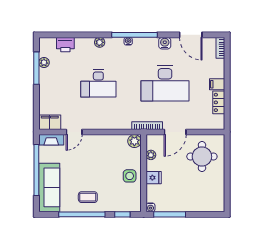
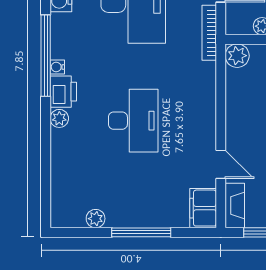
printer: (65, 45) -> (63, 92), moved
window: (36, 68) -> (141, 232), moved

